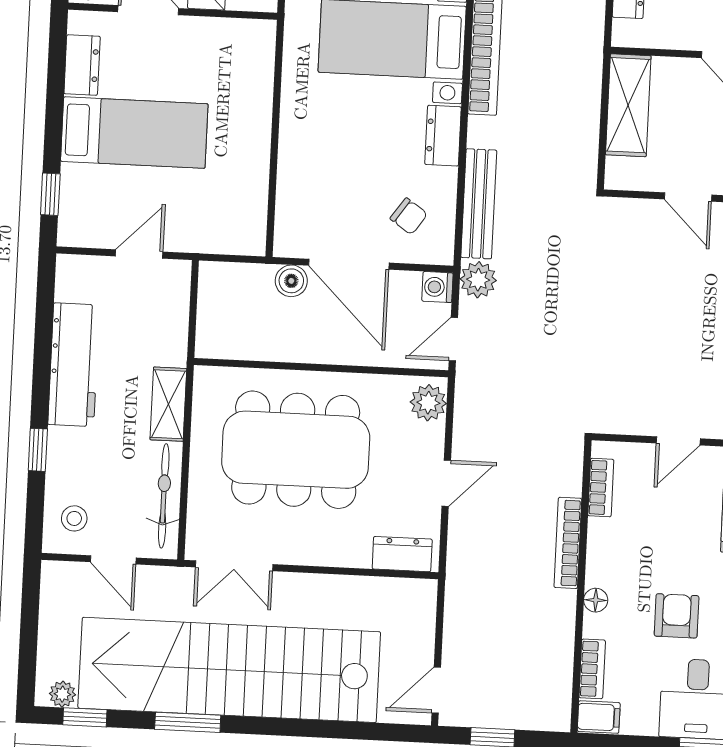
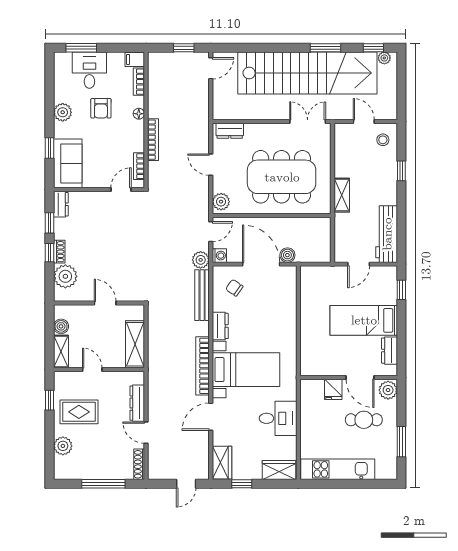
workbench: (74, 365) -> (387, 234), moved
door: (678, 441) -> (121, 190), moved
door: (446, 483) -> (211, 165), hinge flipped
bicycle: (164, 496) -> (342, 152), removed

